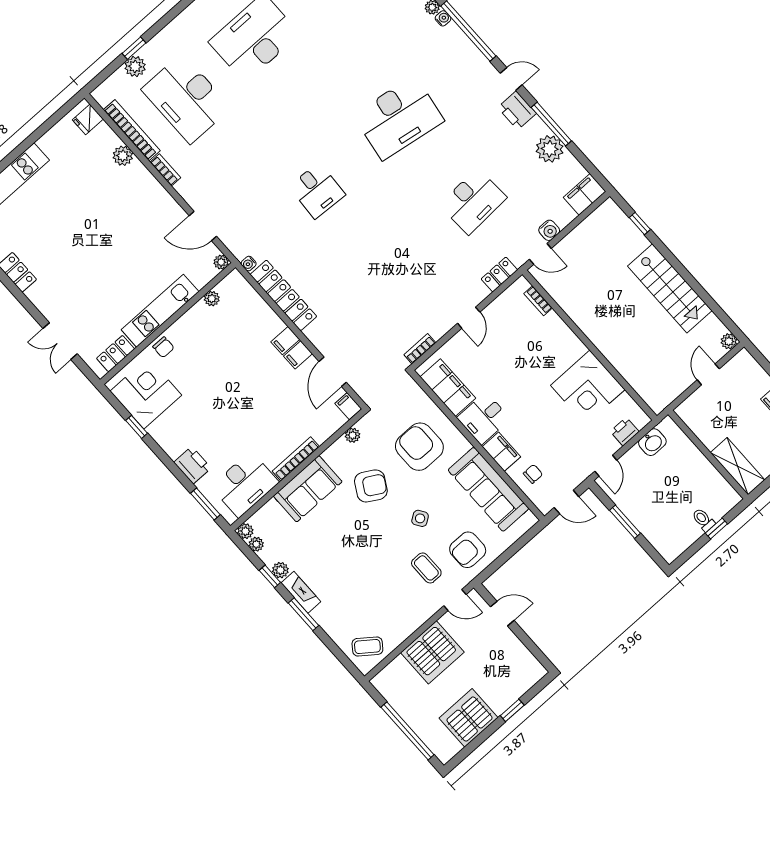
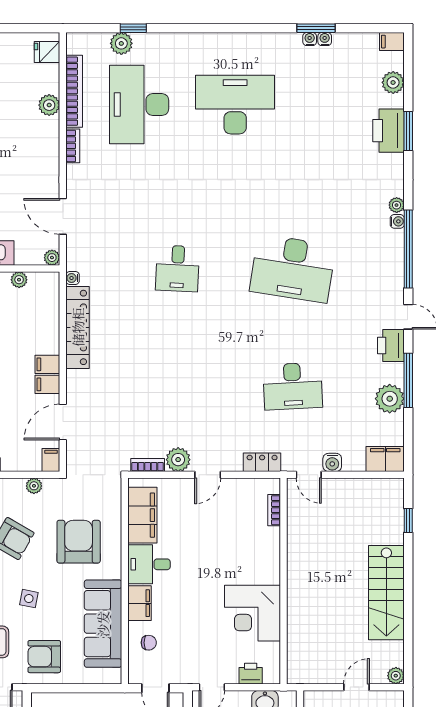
plant: (438, 326) -> (178, 460), added
side table: (420, 518) -> (29, 599), turned 45

